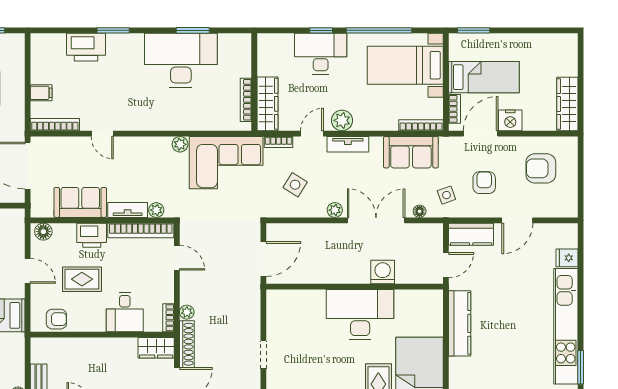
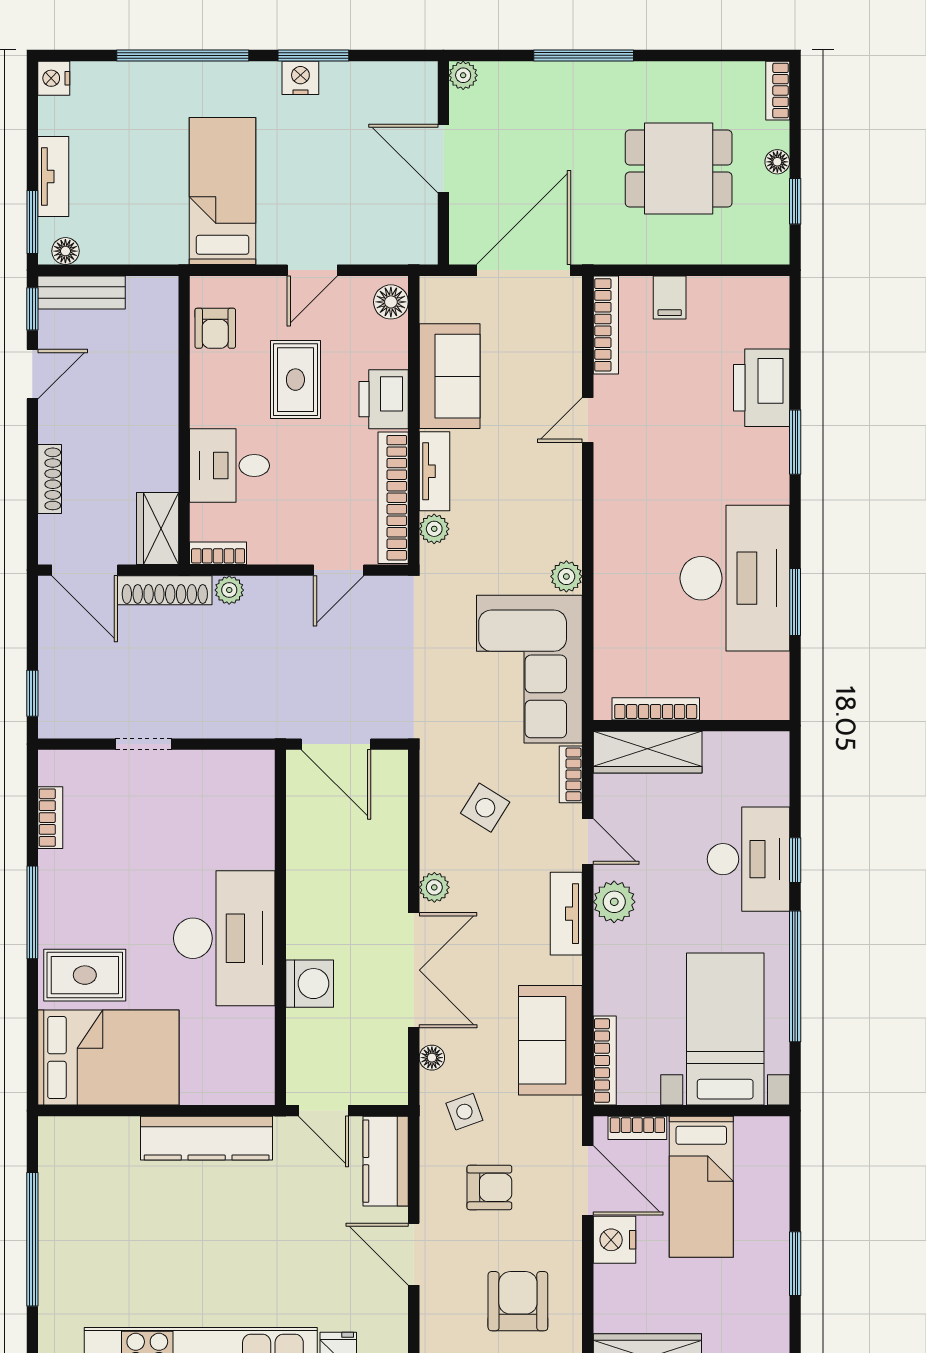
window: (474, 30) -> (795, 1264), moved

